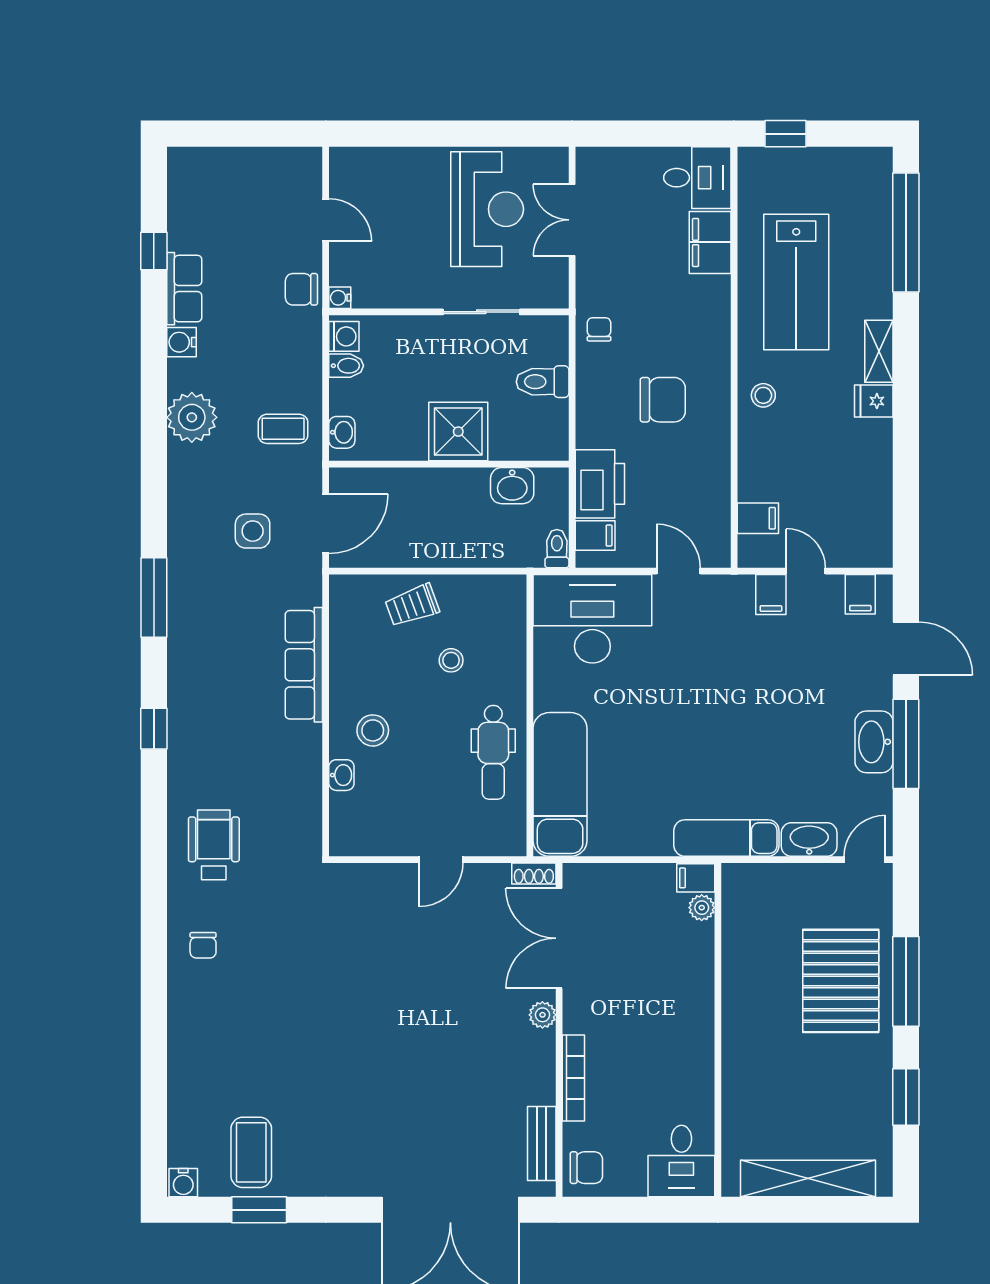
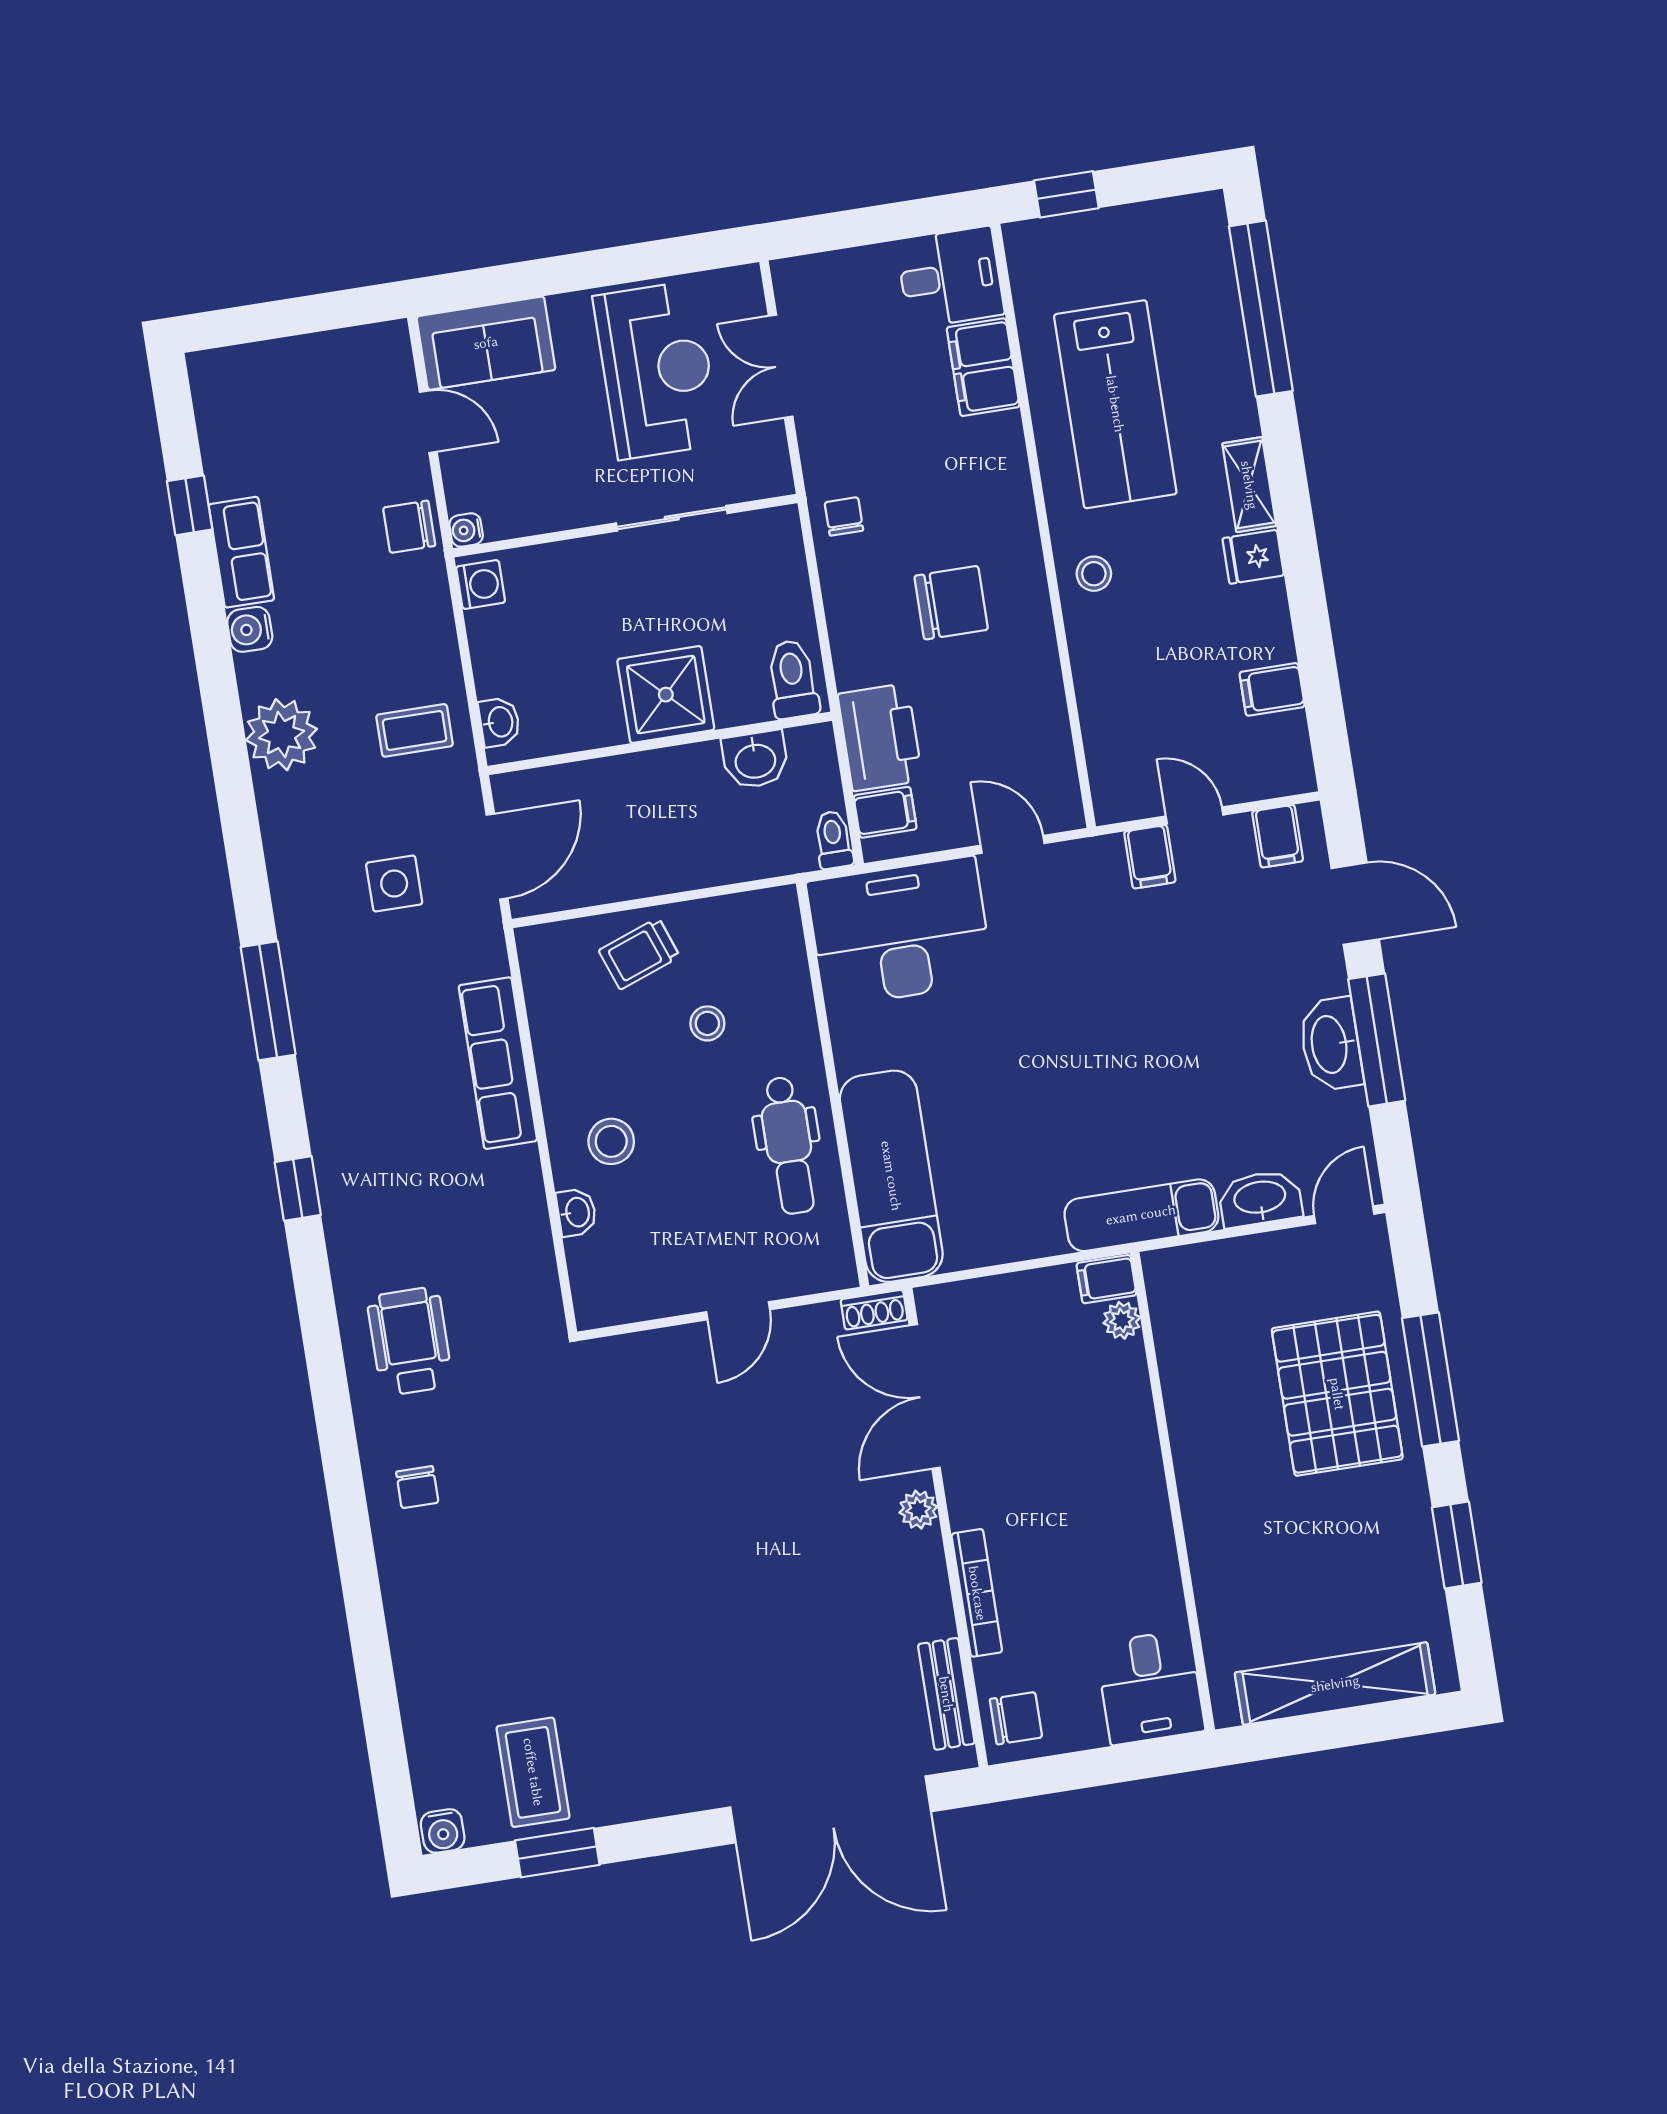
sofa: (374, 172) -> (486, 343), added
bidet: (346, 366) -> (491, 626), removed
toilet: (543, 382) -> (793, 679), moved, turned 90
filing cabinet: (758, 518) -> (1272, 689), moved, turned 180

